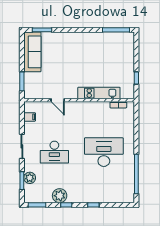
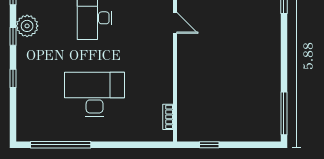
kitchen unit: (99, 93) -> (186, 87), removed
door: (58, 100) -> (175, 23), swing flipped
desk: (104, 152) -> (95, 94), turned -90

